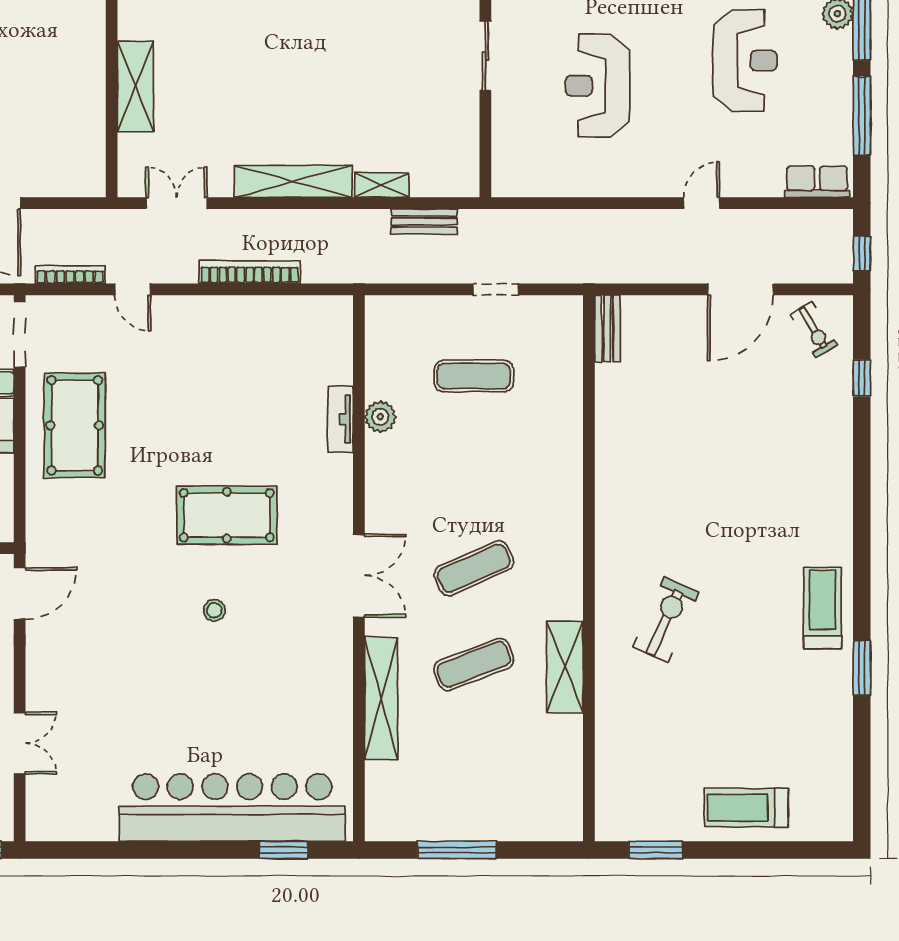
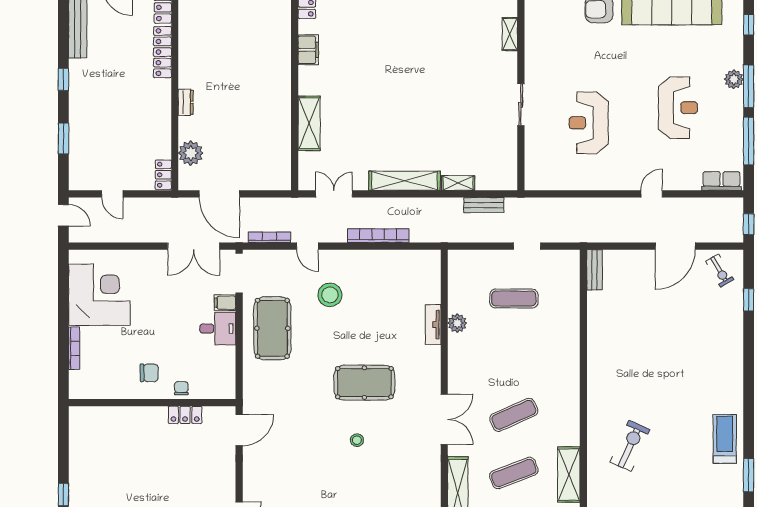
stool: (170, 370) -> (330, 295), added

